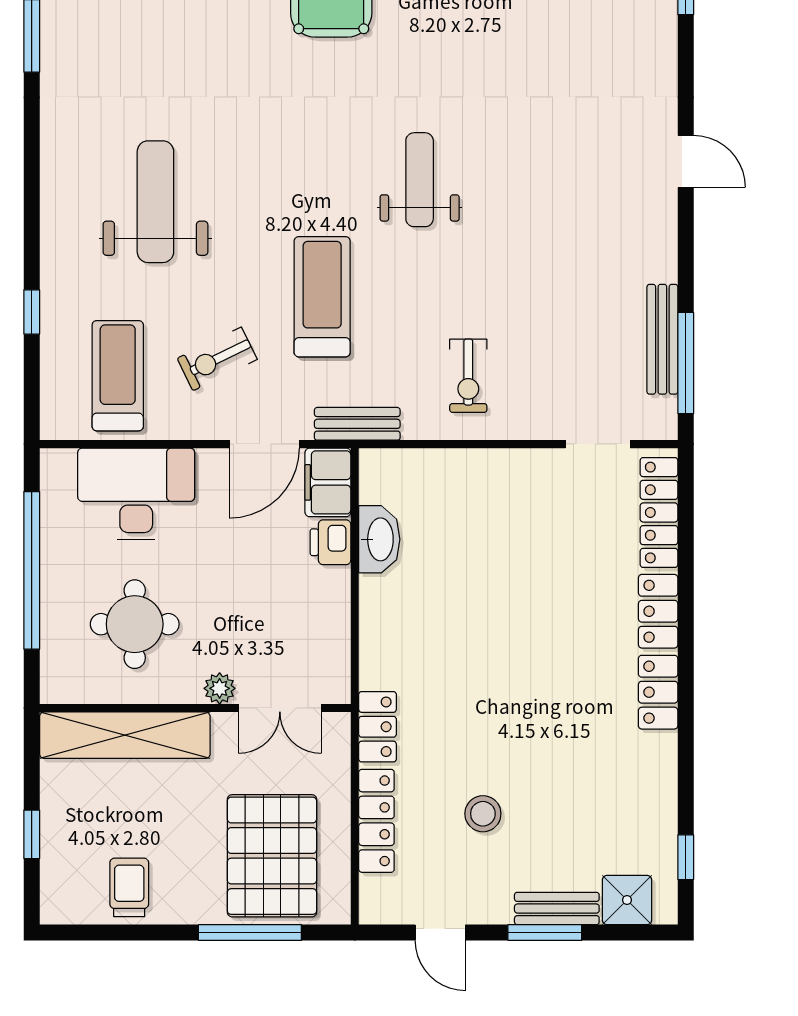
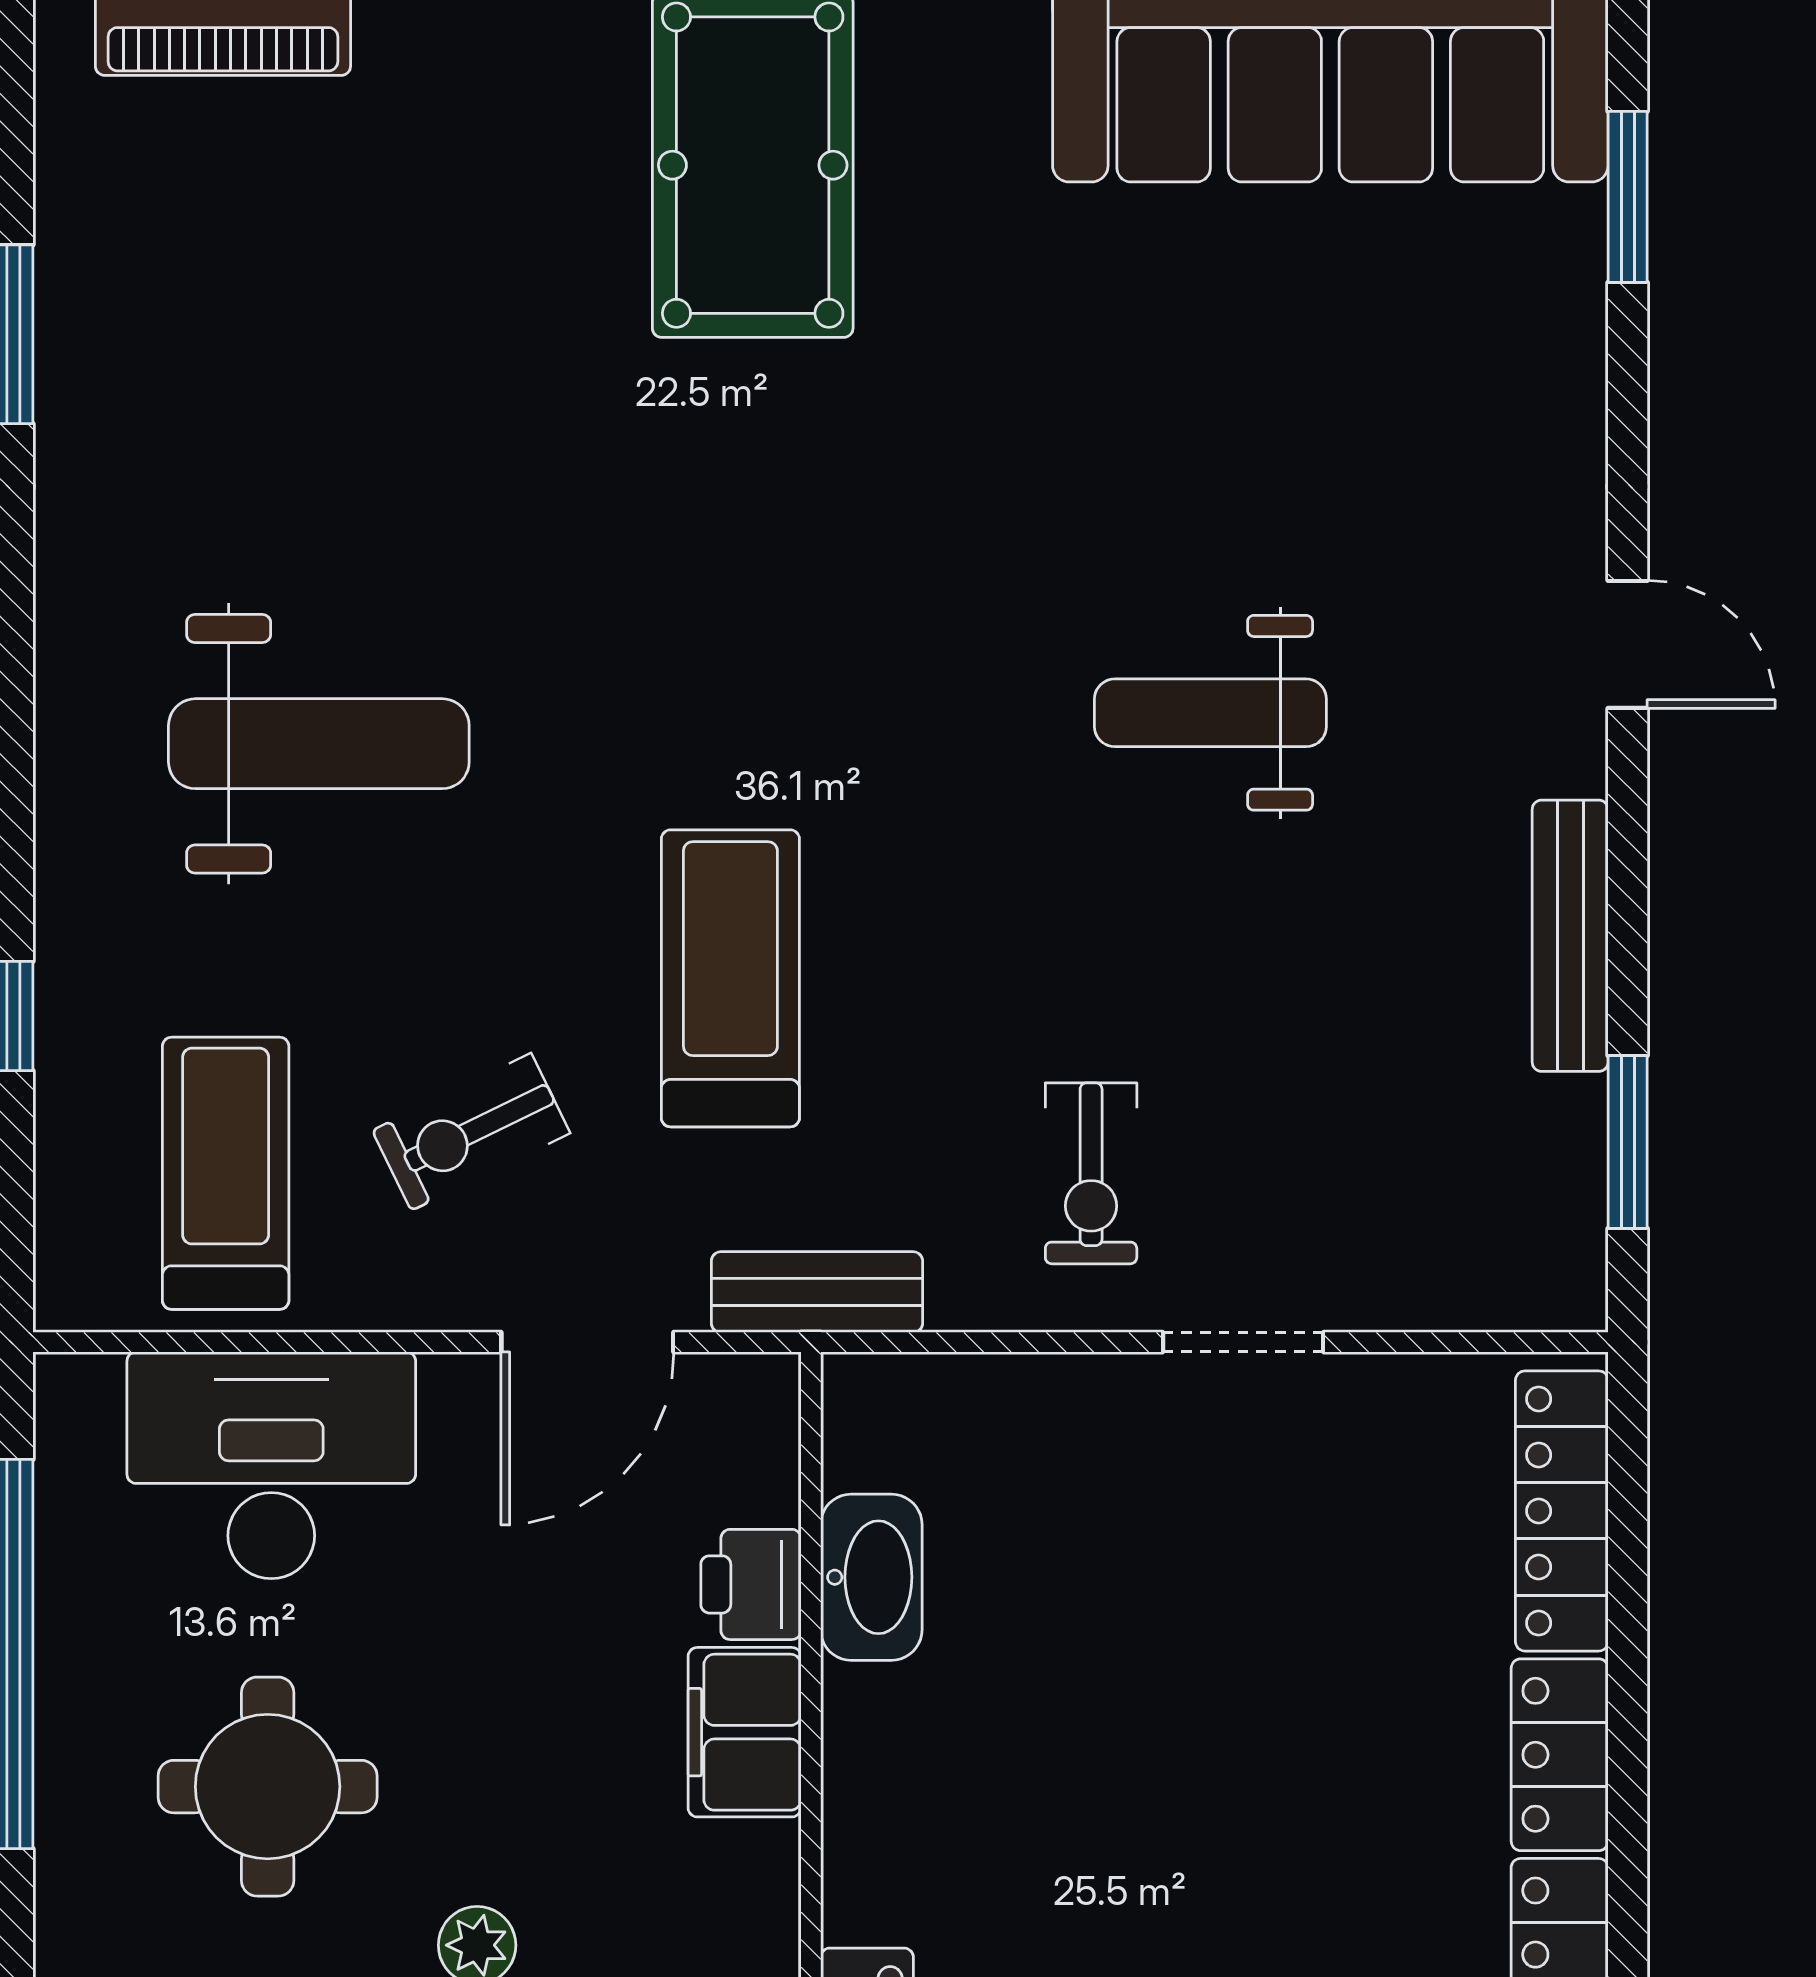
weight bench: (420, 180) -> (1210, 713), moved, turned -90
weight bench: (155, 202) -> (319, 744), turned 90
bench: (662, 339) -> (1570, 936), moved
window: (686, 363) -> (1628, 1142), width x0.69
doorway: (598, 444) -> (1243, 1342), moved
filing cabinet: (328, 482) -> (745, 1732), moved

